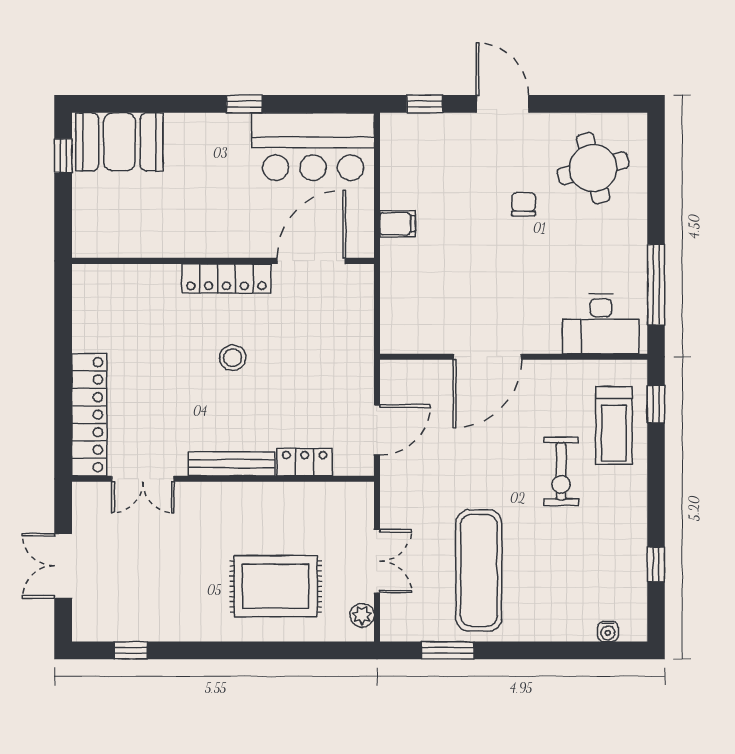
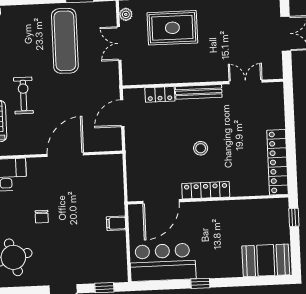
window: (63, 156) -> (294, 217), moved
chair: (524, 204) -> (42, 217), moved
locker: (89, 415) -> (278, 162), moved

